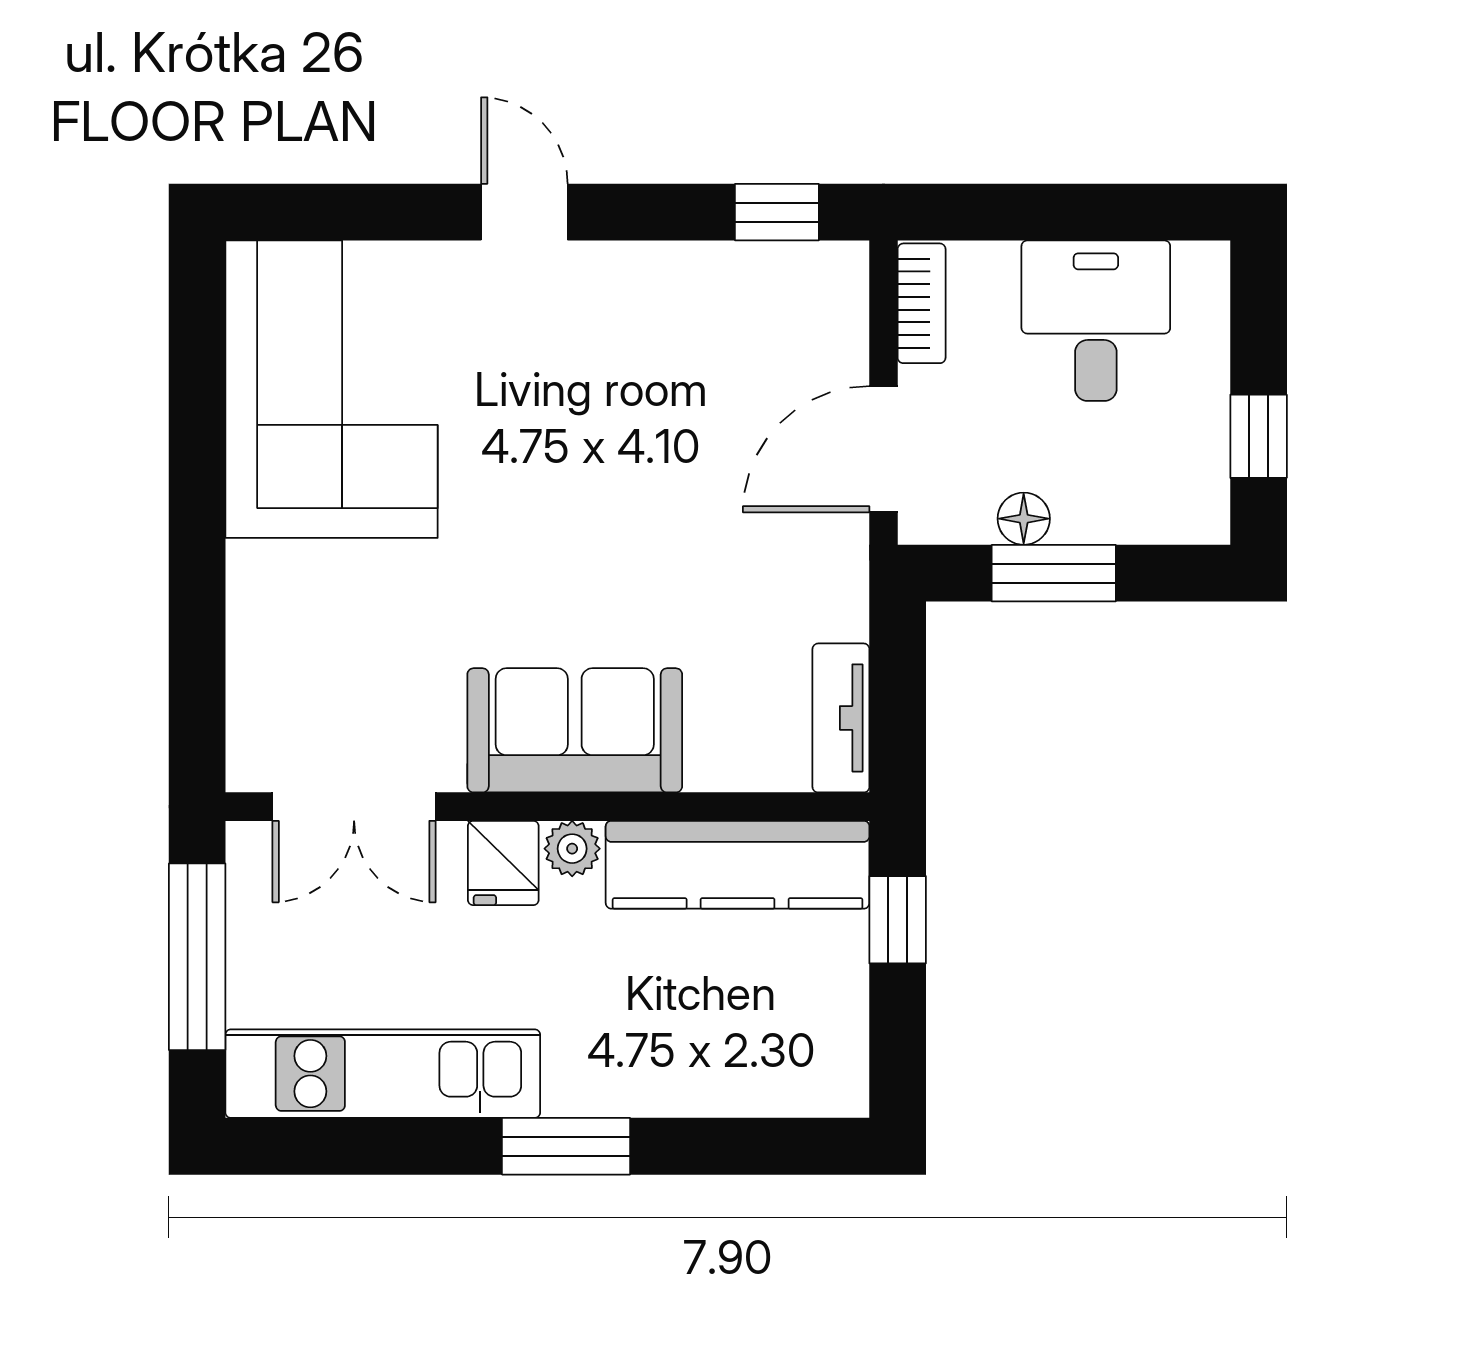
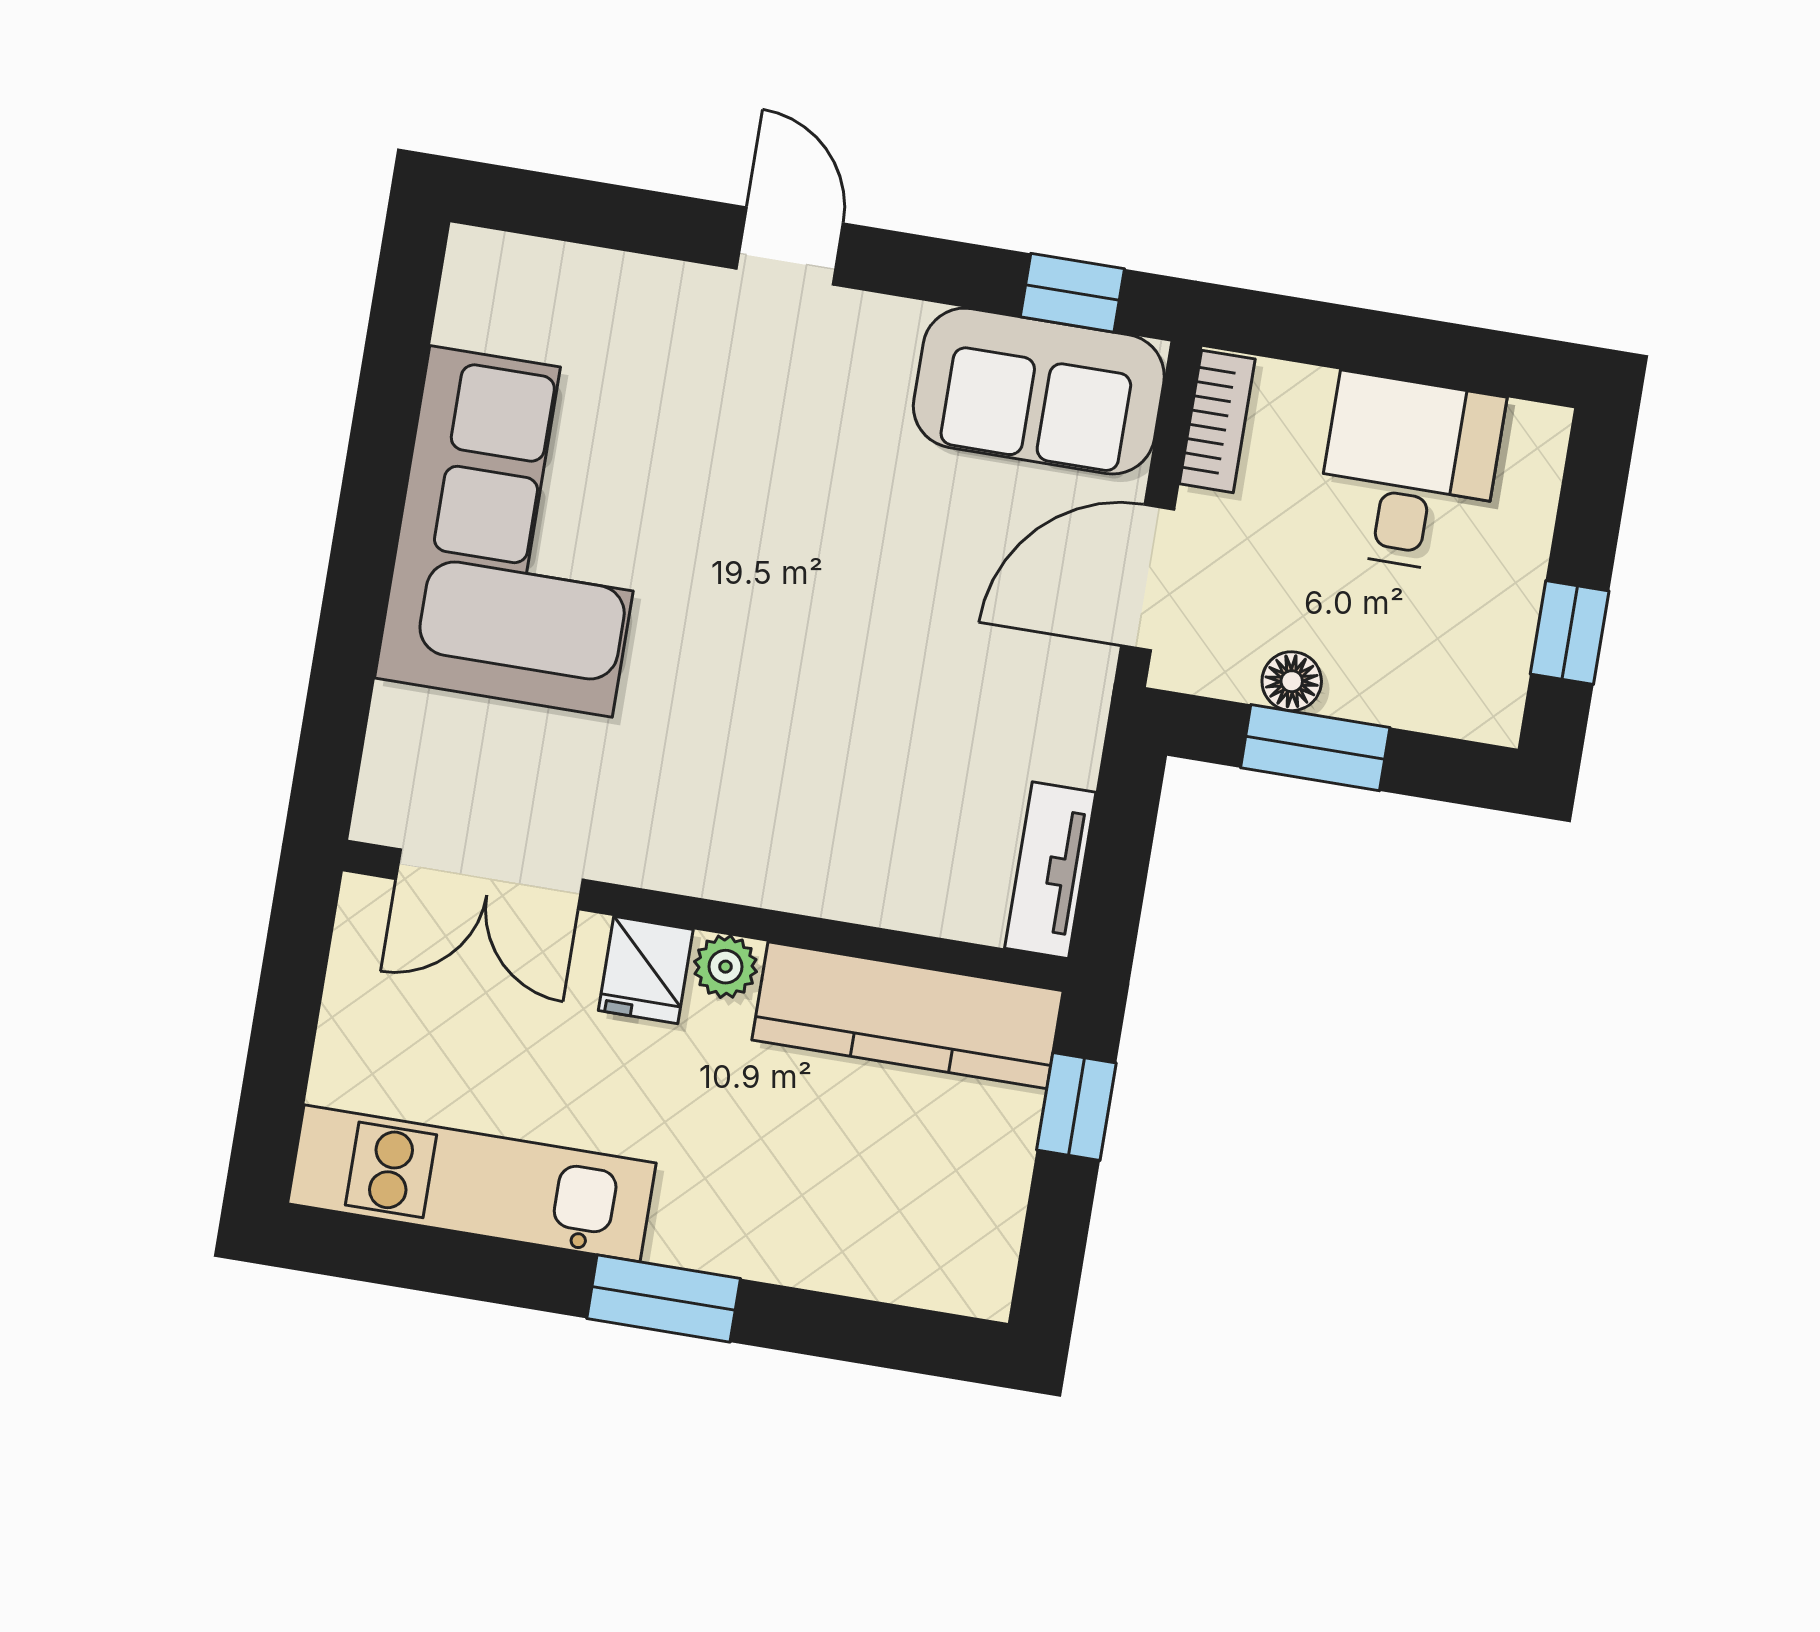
corner sofa: (332, 389) -> (521, 531), moved
sofa: (575, 730) -> (1039, 391), moved, turned 180
window: (197, 957) -> (286, 1018), removed

